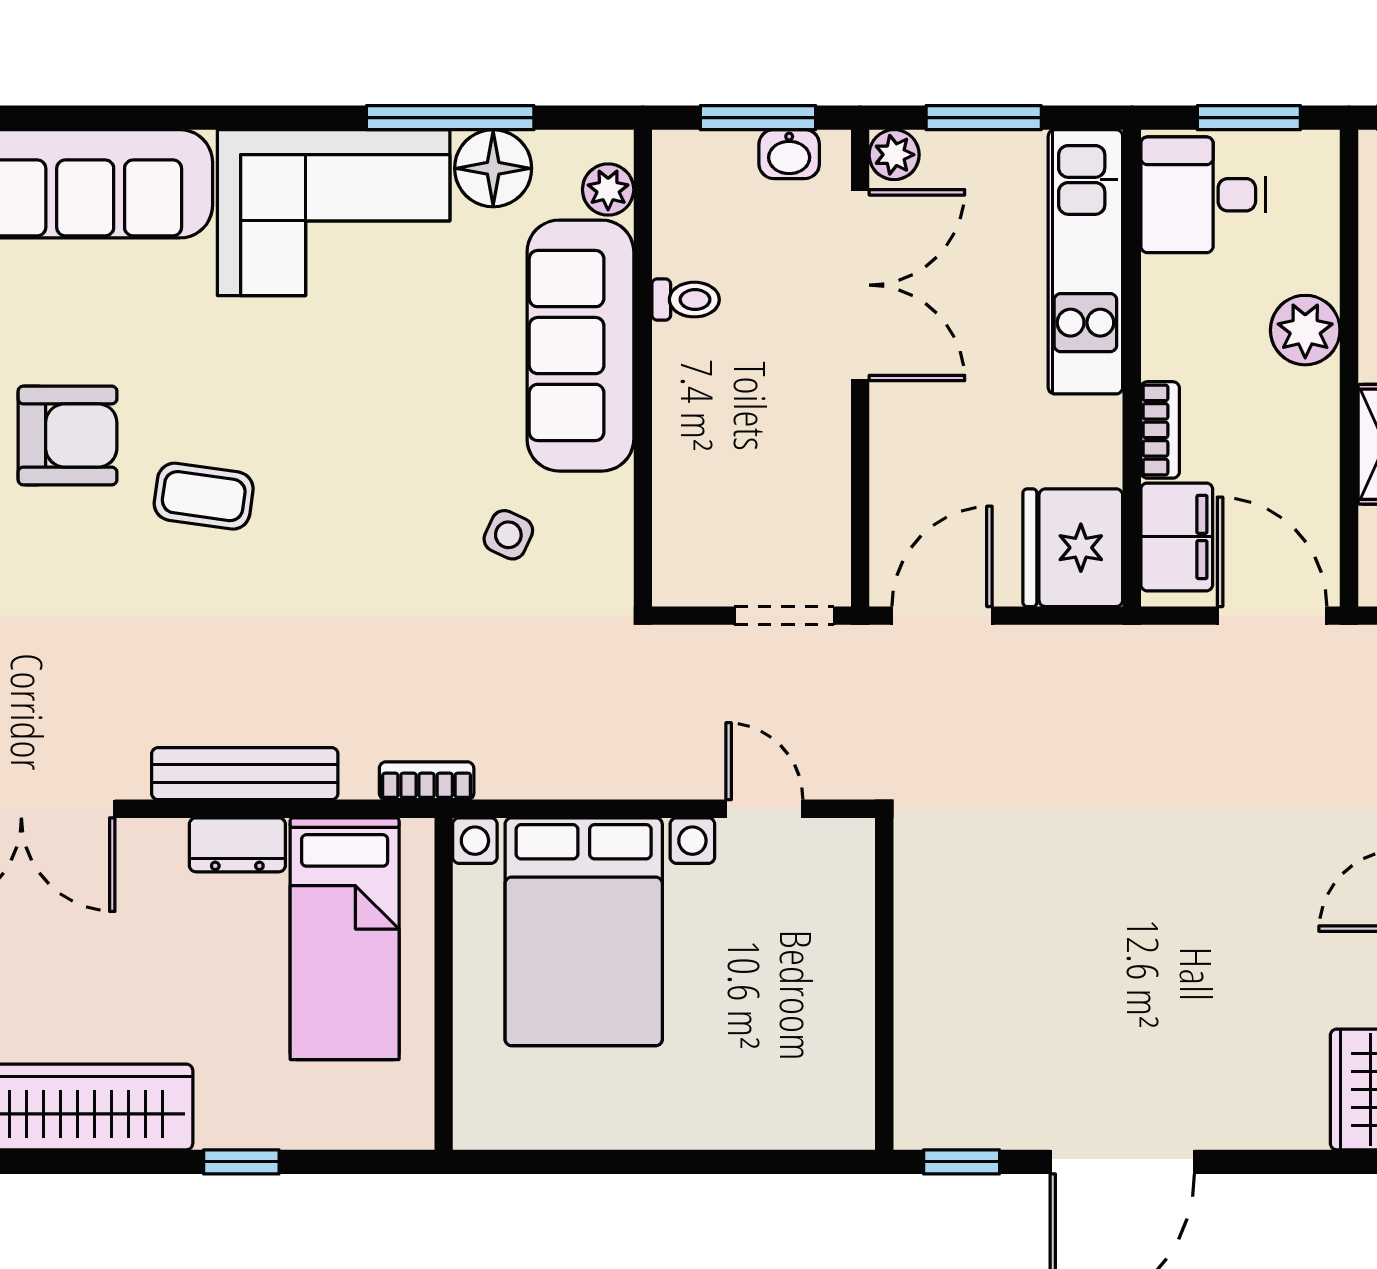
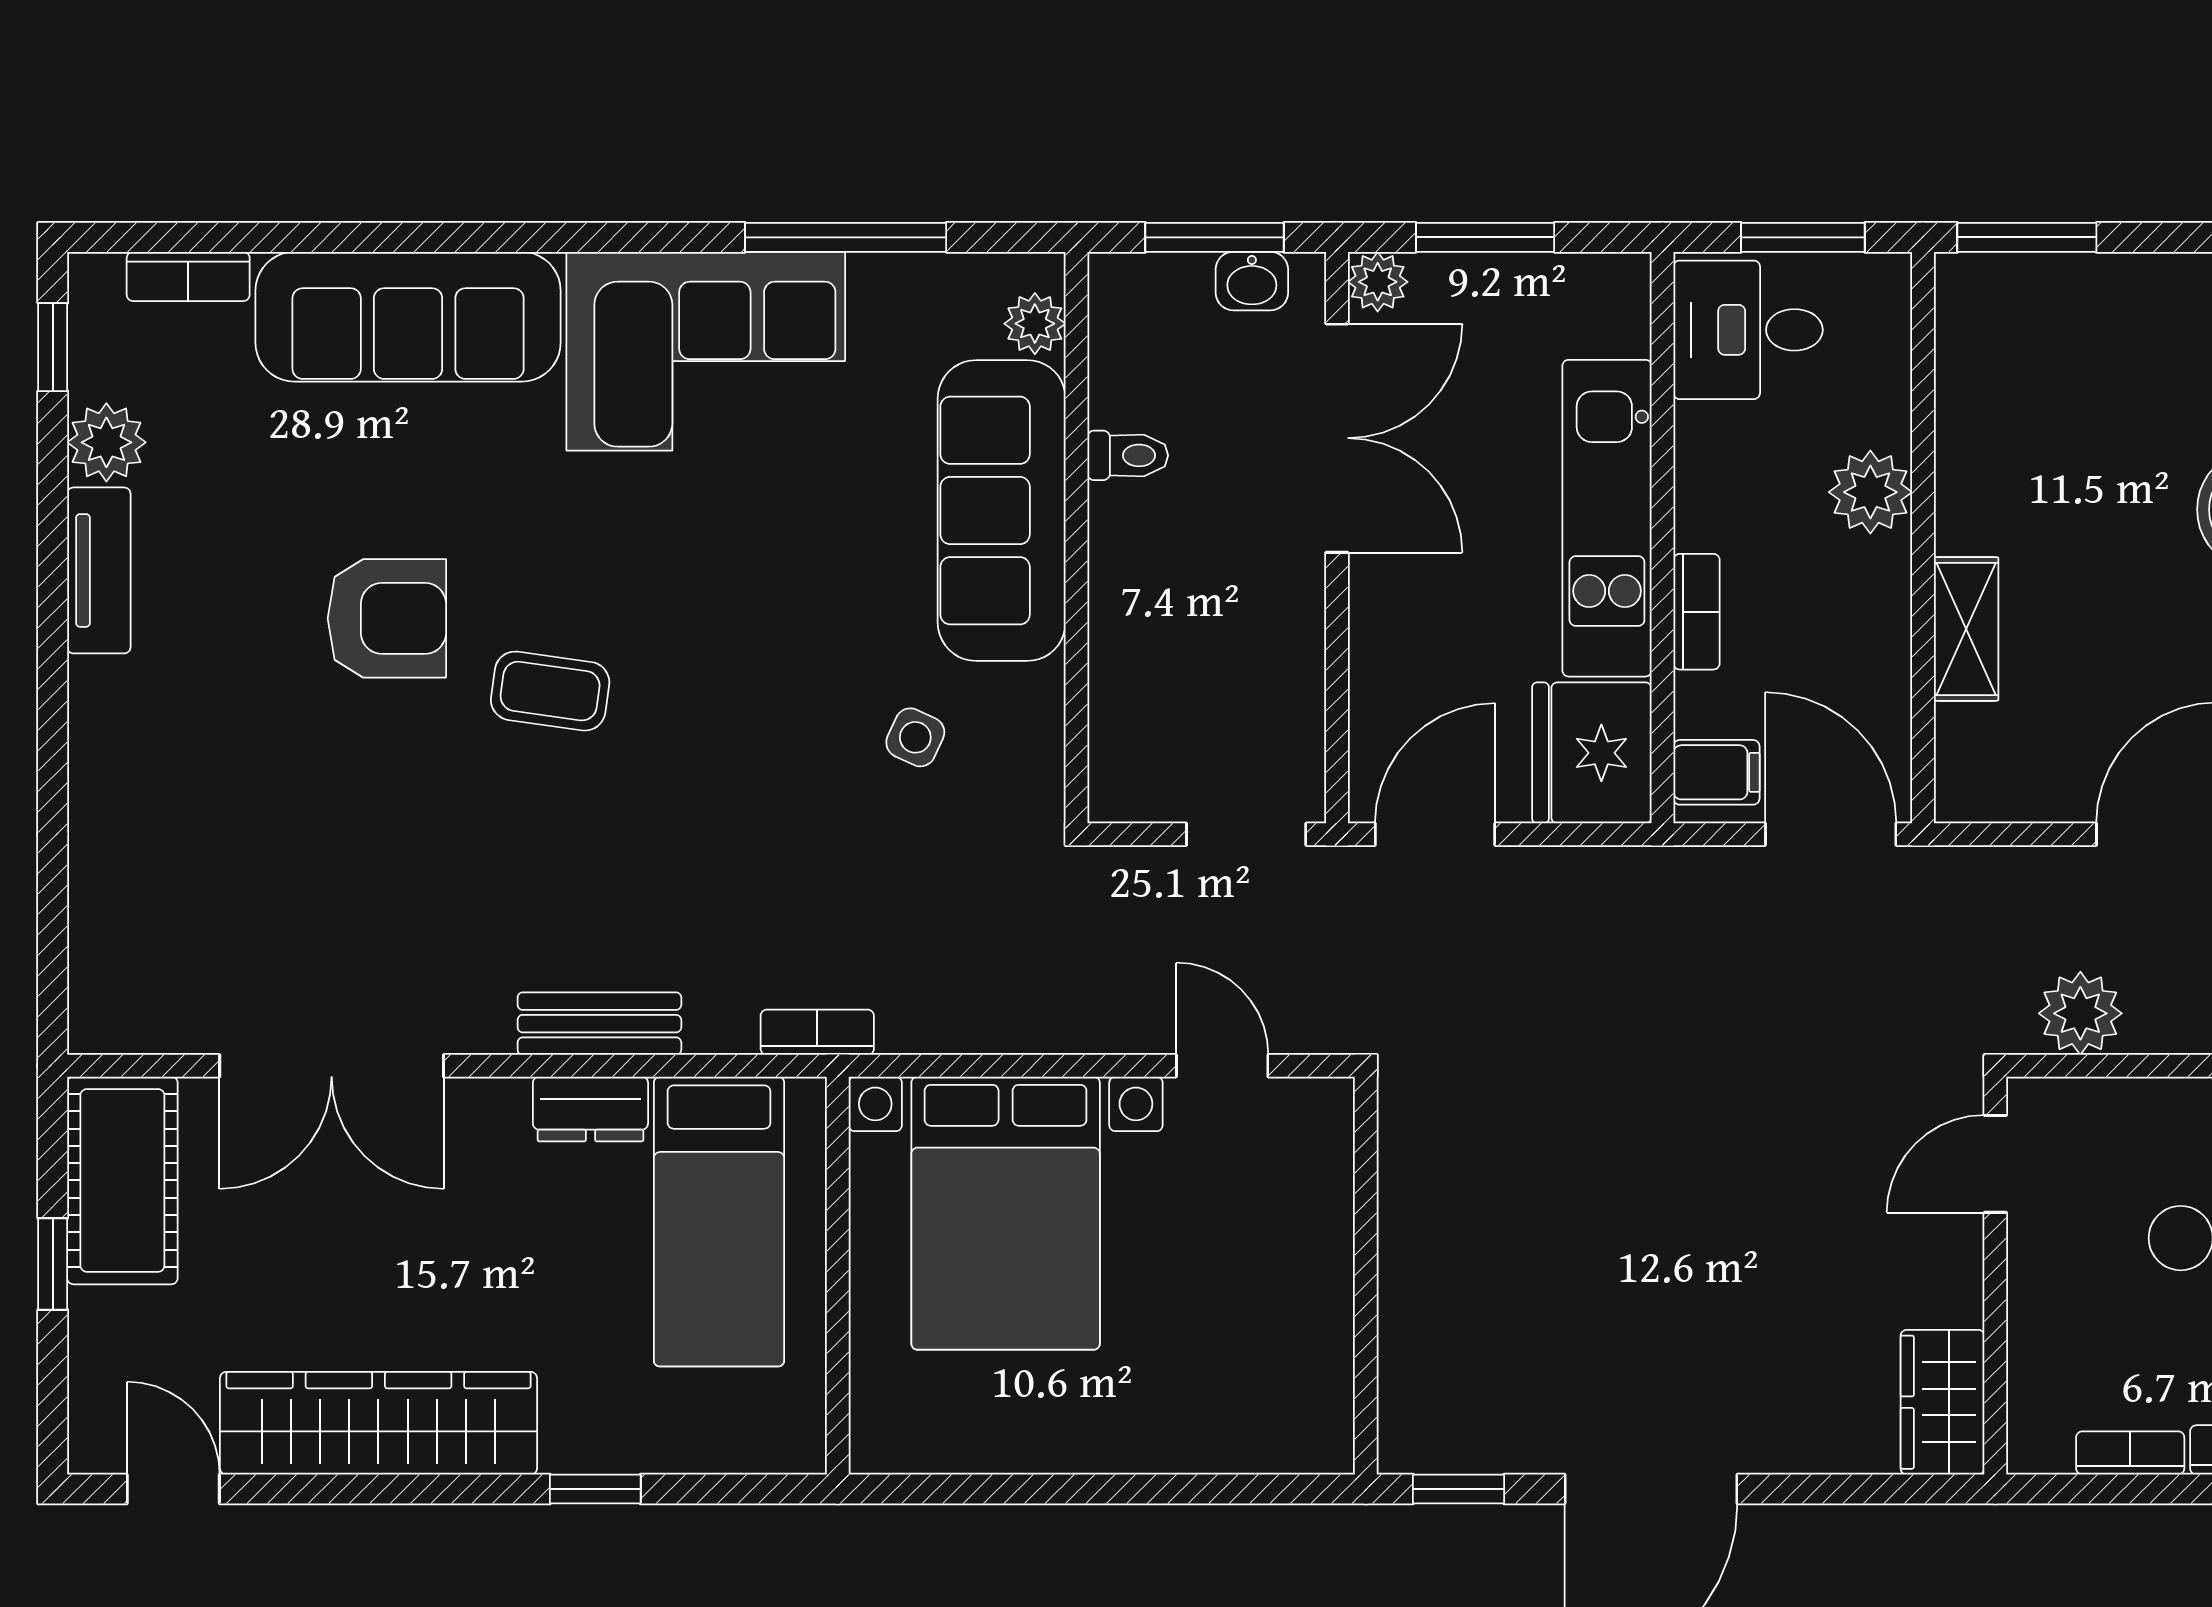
floor lamp: (493, 168) -> (897, 298), removed
kitchen unit: (1085, 262) -> (1607, 518), moved
filing cabinet: (1177, 537) -> (1716, 772), width x0.50
bench: (245, 774) -> (599, 1024), width x0.73

